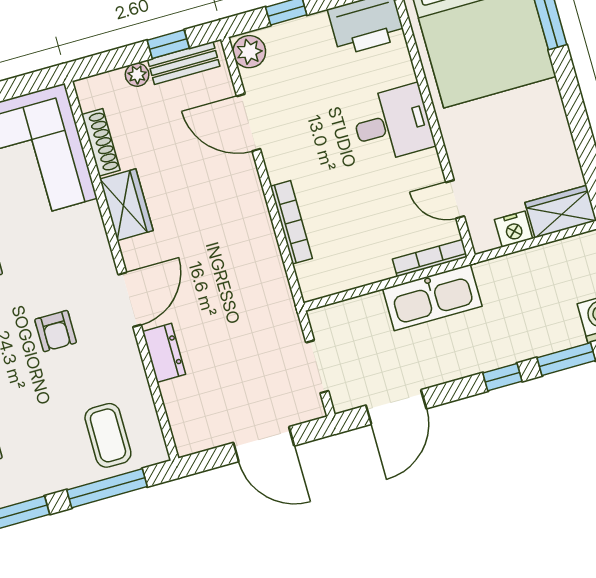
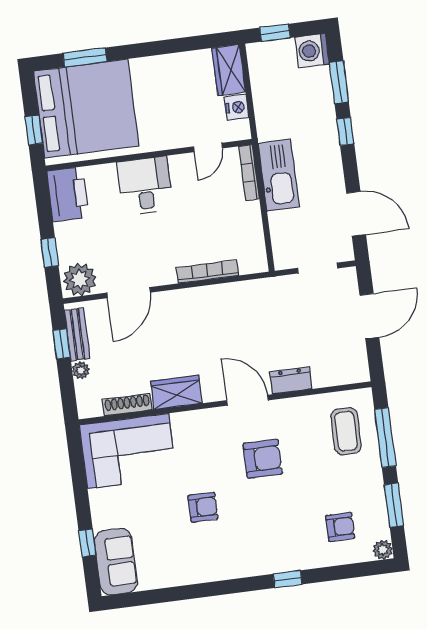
plant: (249, 52) -> (80, 279), width x1.36, depth x1.36
armchair: (56, 331) -> (263, 459), width x1.38, depth x1.38
coffee table: (108, 435) -> (346, 431), turned 90

